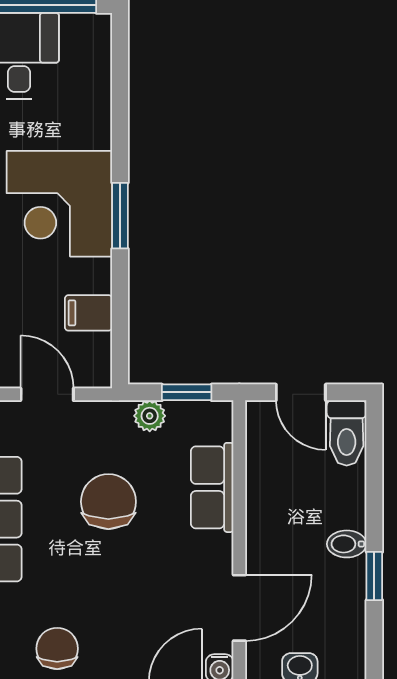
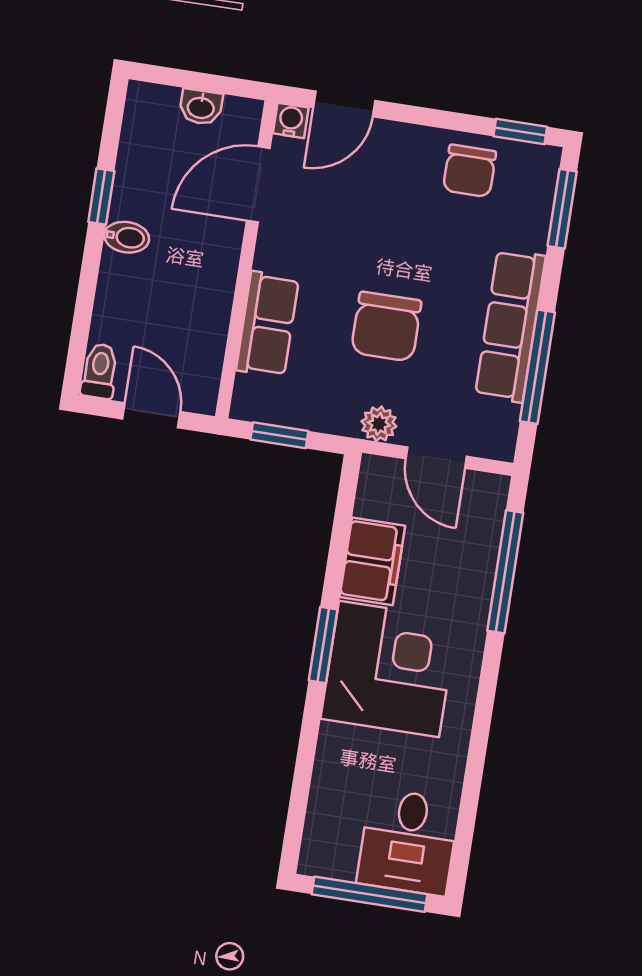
filing cabinet: (89, 313) -> (372, 561), width x2.00
plant: (150, 416) -> (379, 424), moved
toilet: (347, 433) -> (100, 371), width x0.73, depth x0.72

